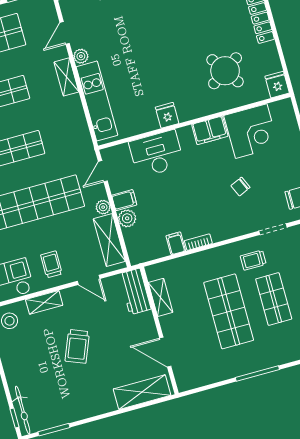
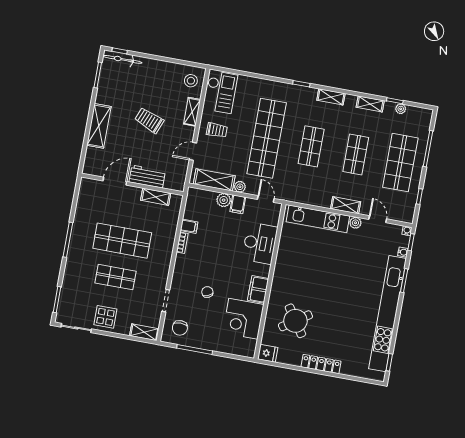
fridge: (167, 115) -> (284, 264), removed
trolley: (253, 260) -> (150, 276), removed
workbench: (135, 291) -> (147, 177), moved
shelving: (142, 392) -> (99, 126), moved

